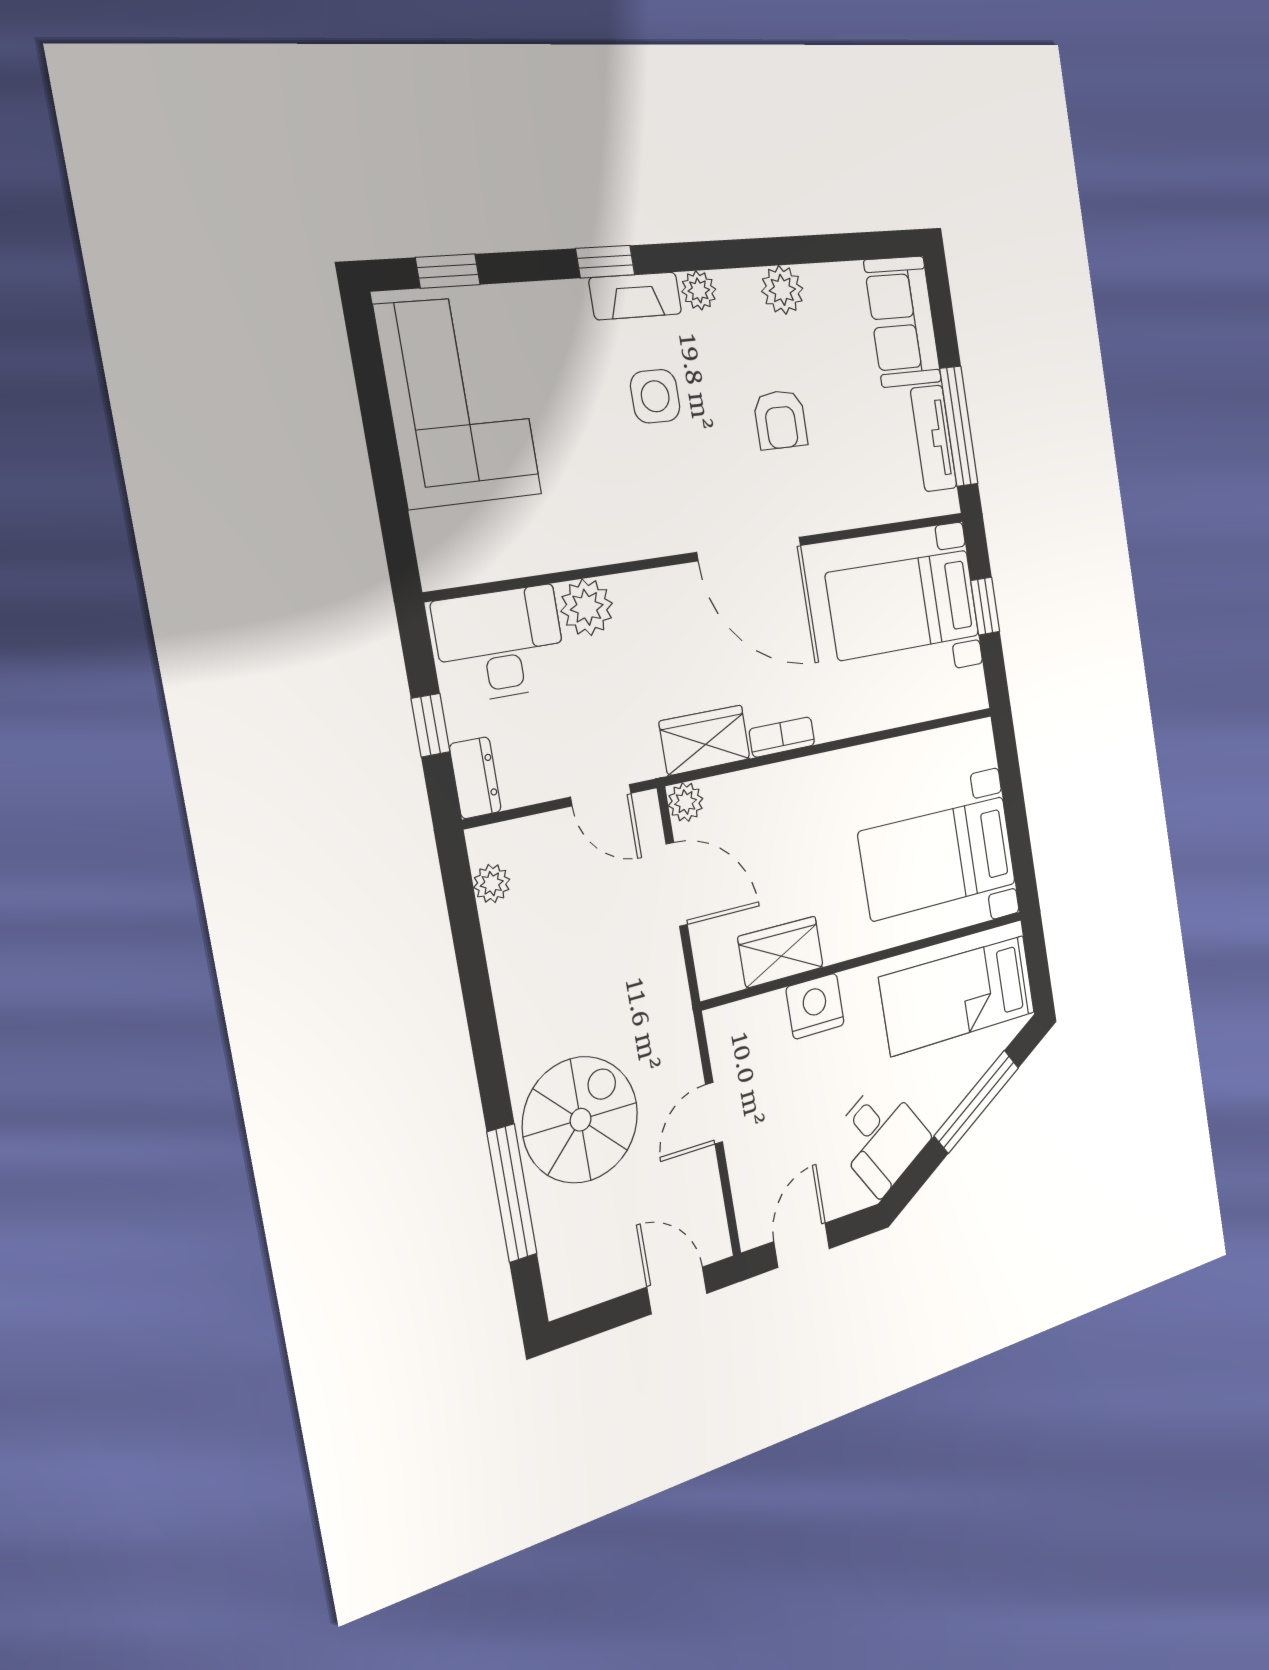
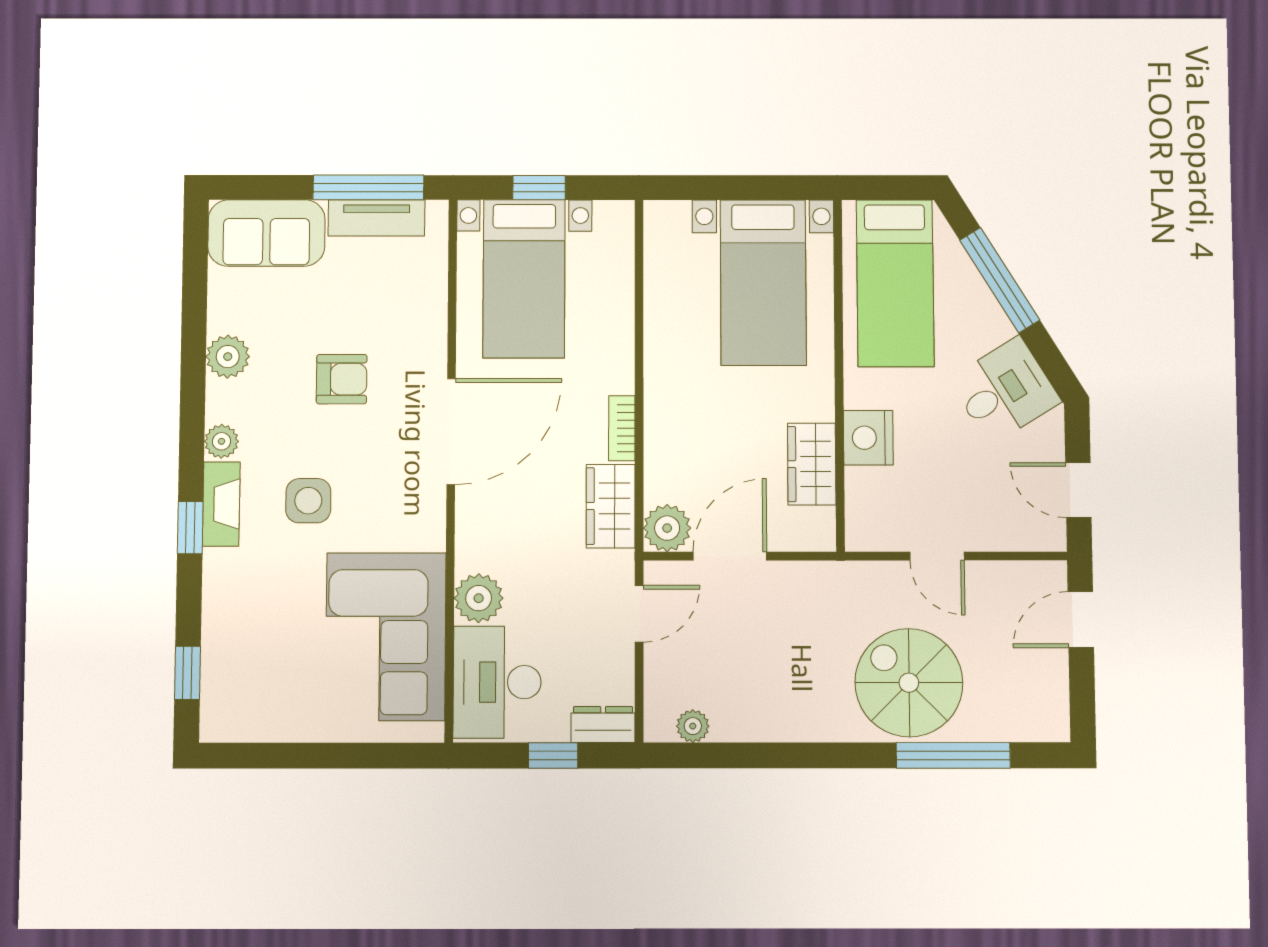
corner sofa: (459, 401) -> (386, 637), moved, turned -90
plant: (686, 802) -> (667, 528), width x1.38, depth x1.38

